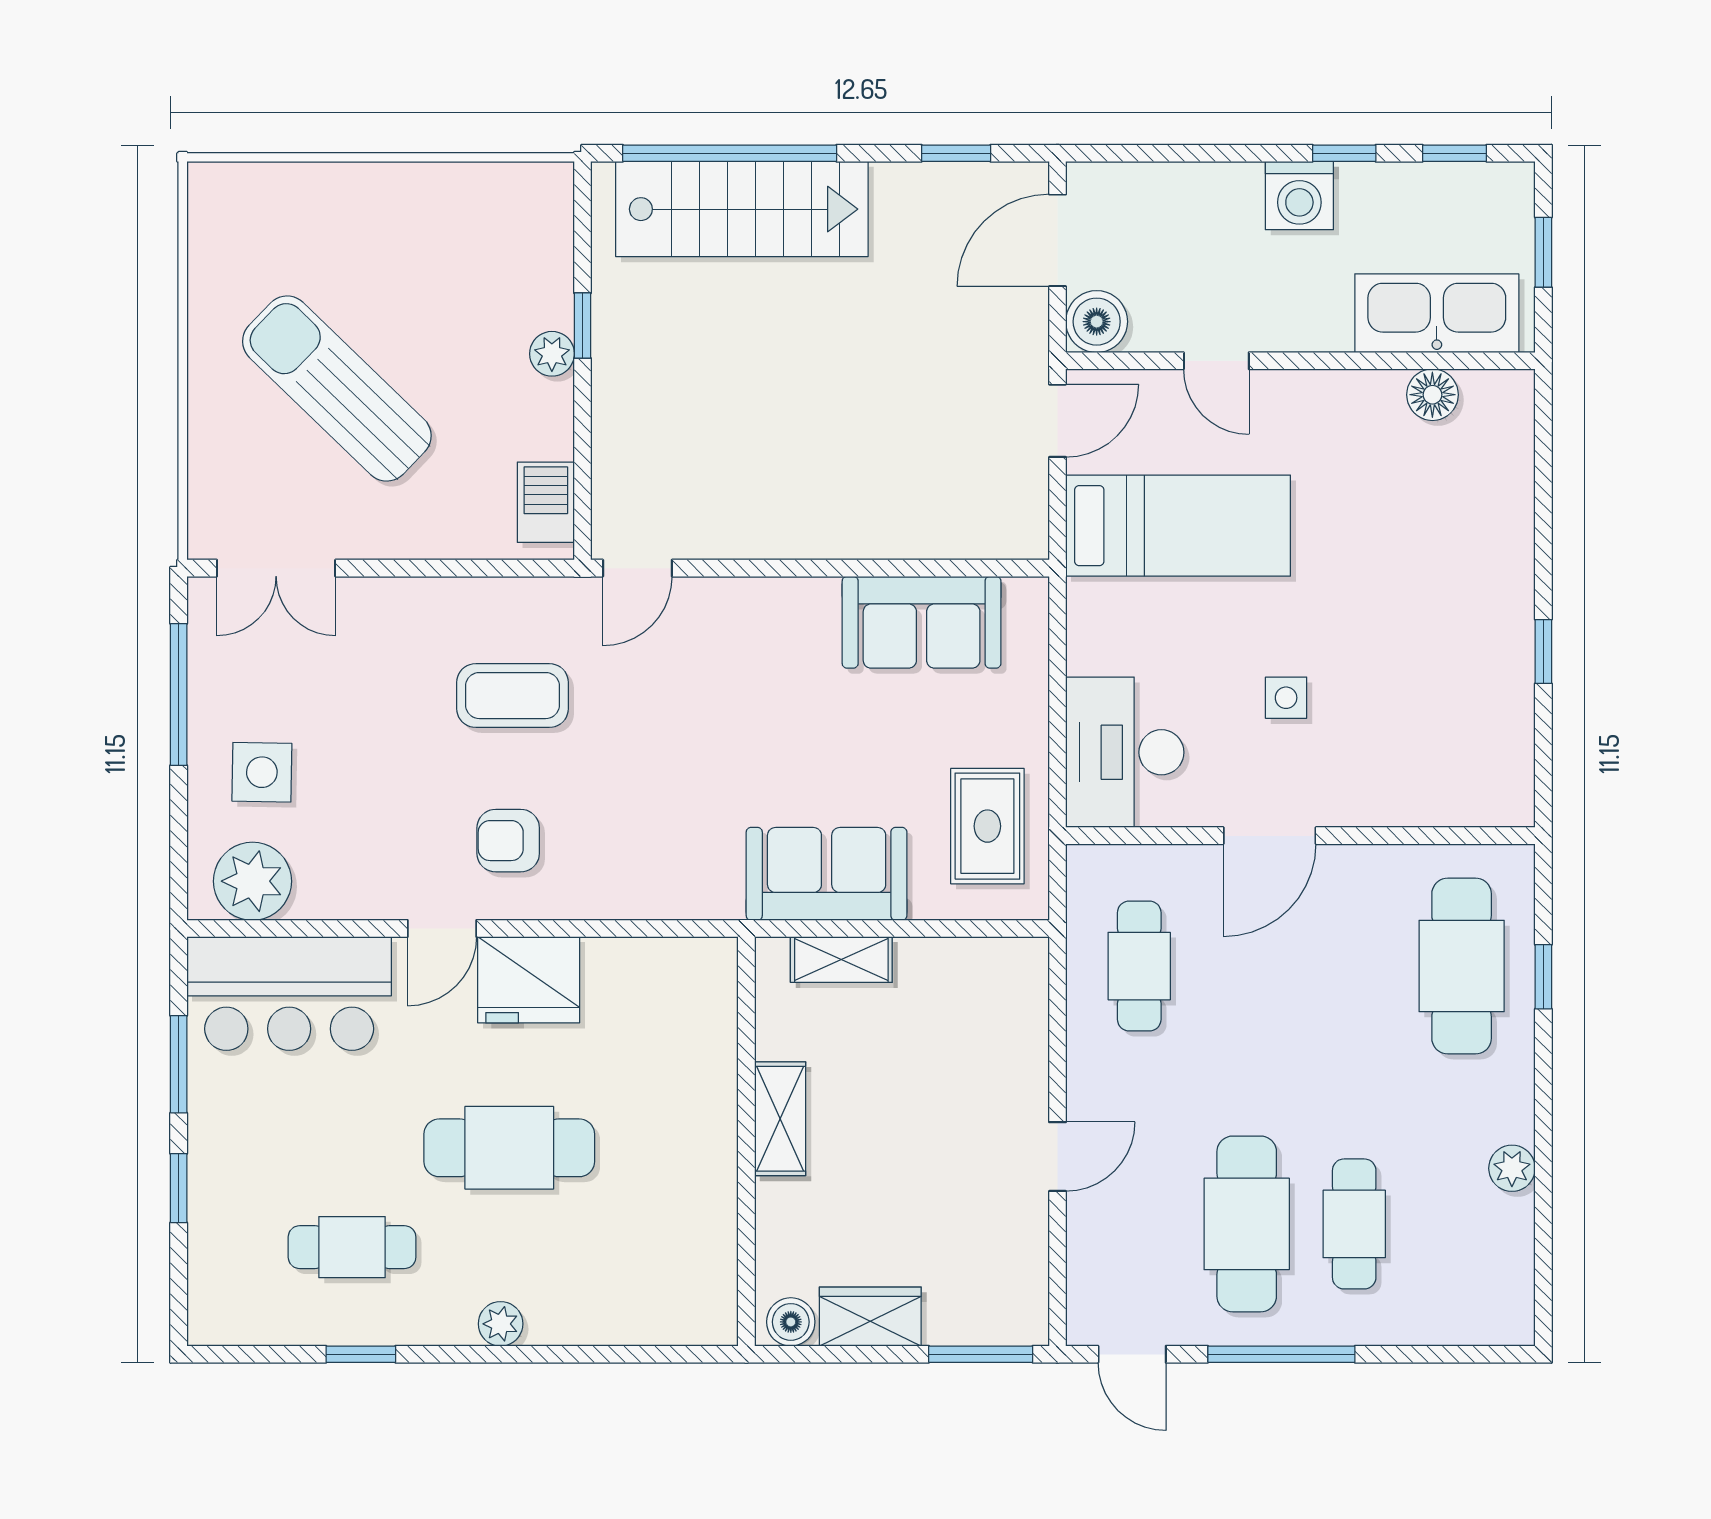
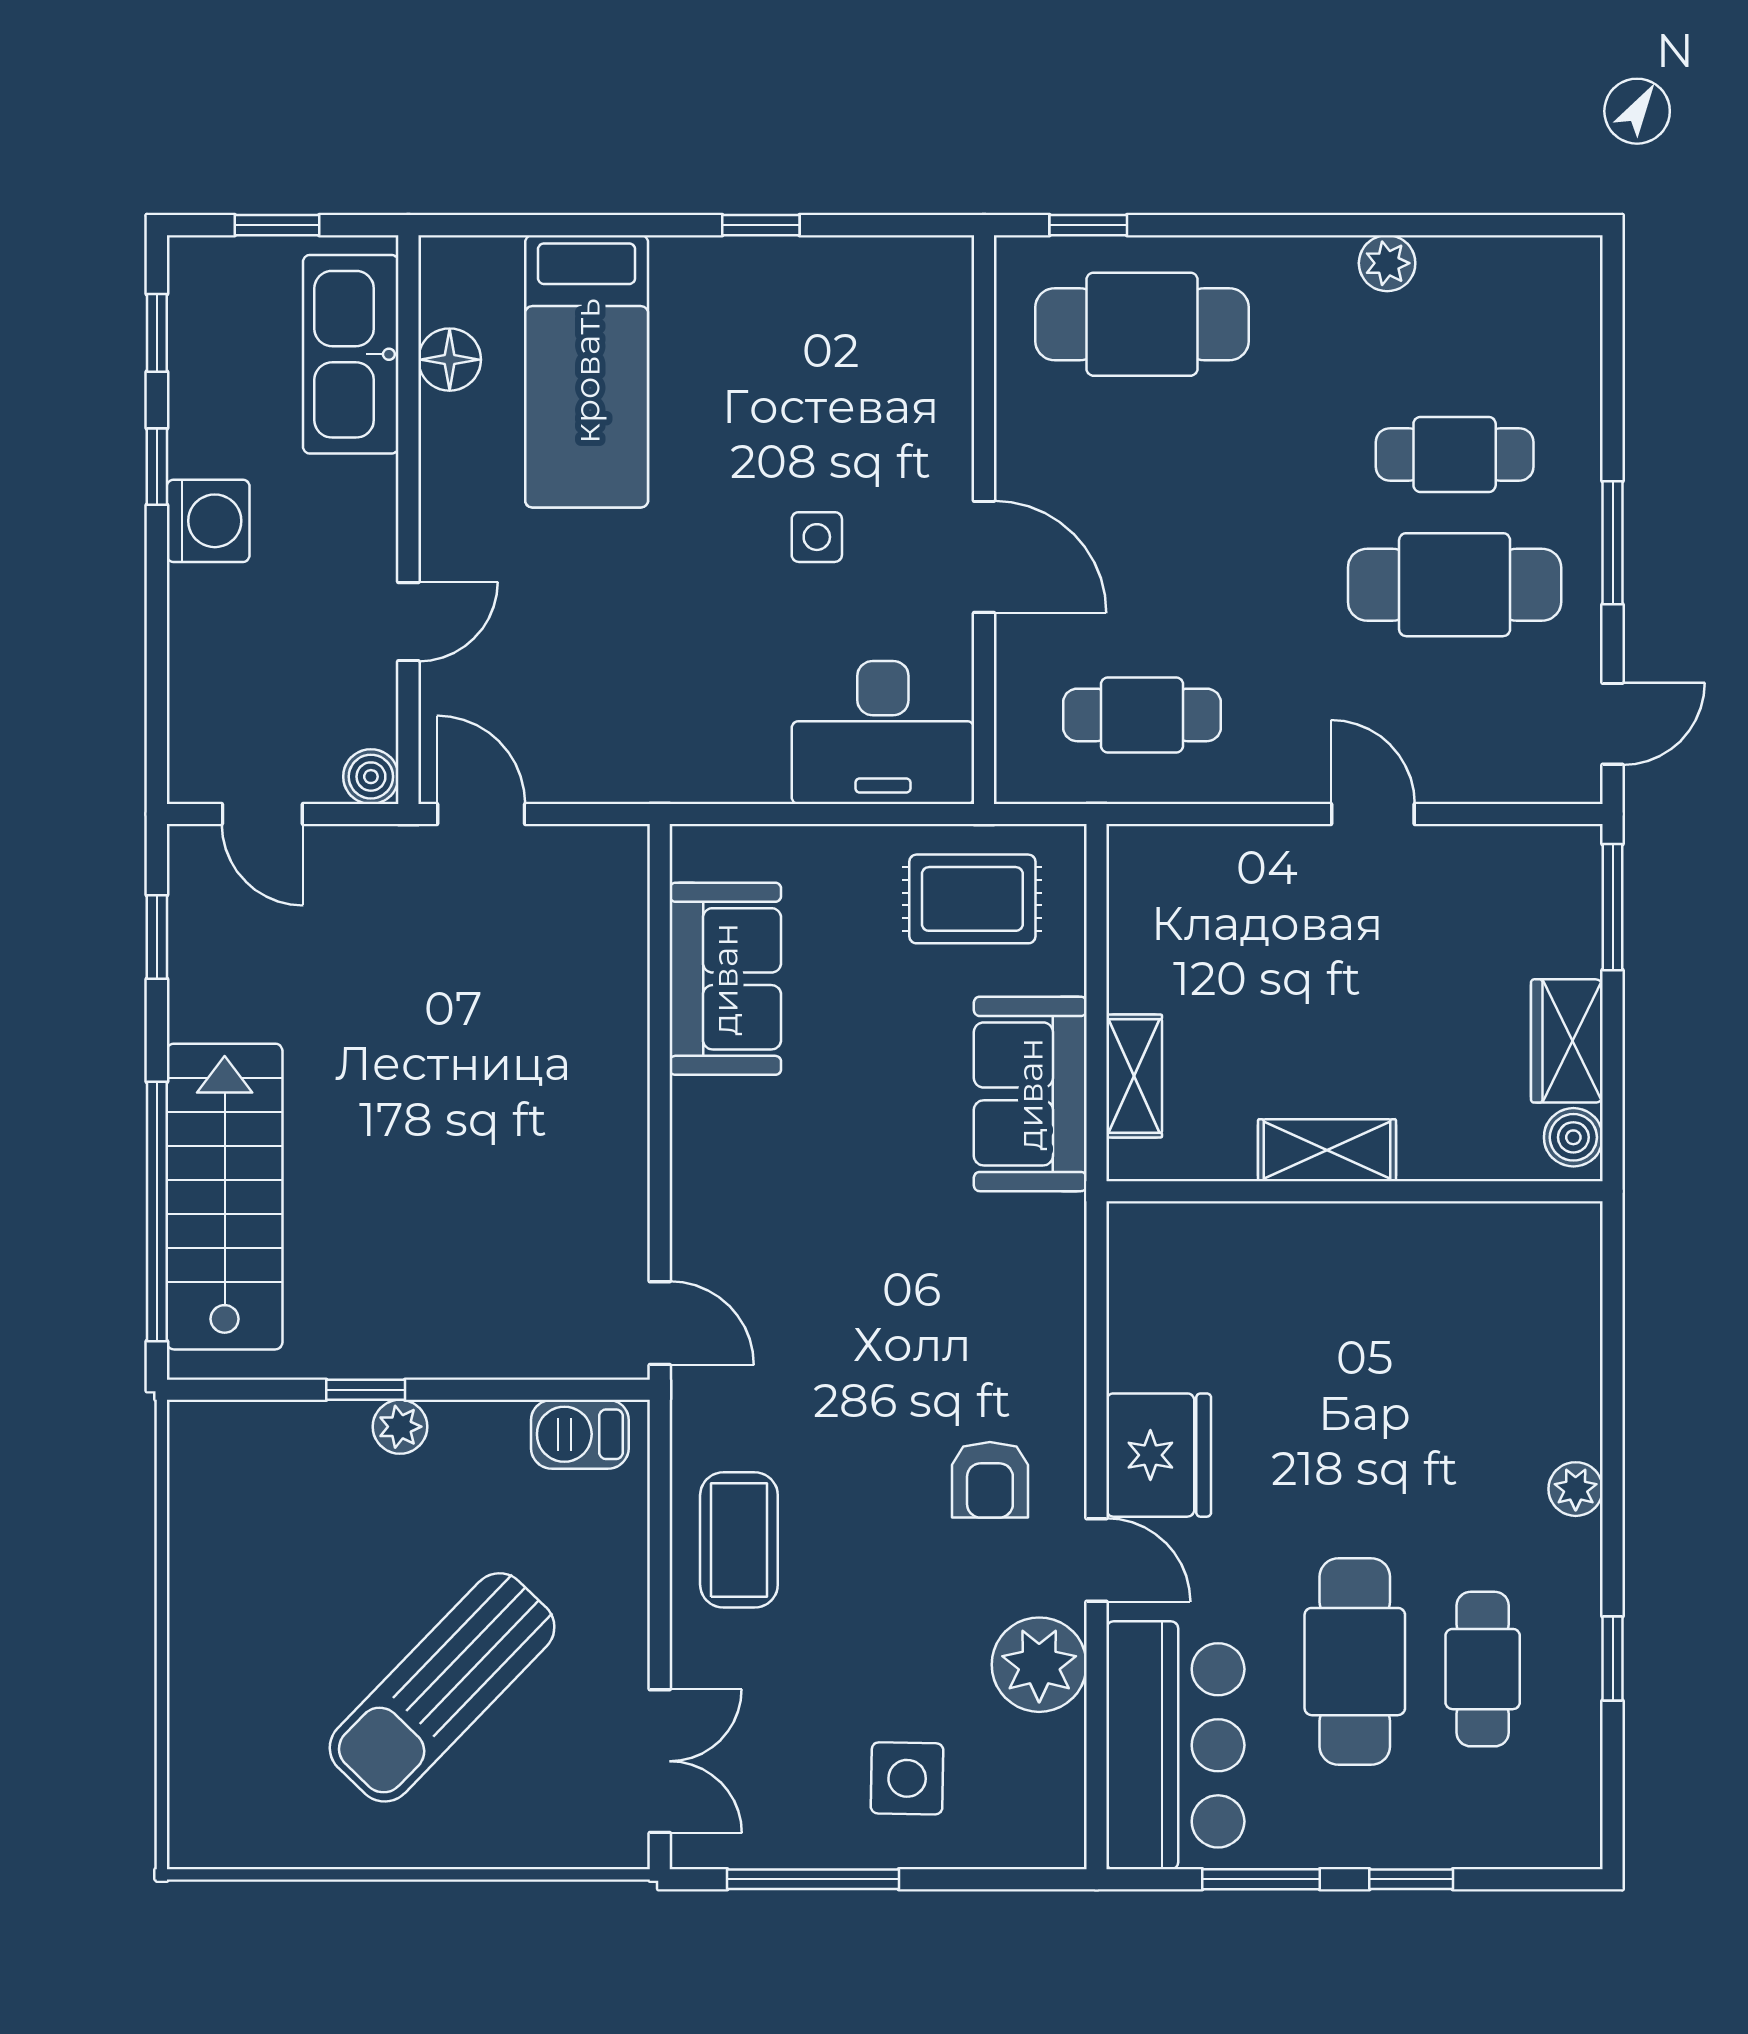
door: (1057, 240) -> (262, 814), width x0.73
boiler: (1097, 322) -> (371, 777), width x0.73, depth x0.73
bed: (1178, 526) -> (587, 371), moved, turned 180
coffee table: (513, 696) -> (739, 1540), moved
plant: (252, 881) -> (1039, 1665), moved
window: (1543, 977) -> (1088, 225), moved
cafe table: (509, 1148) -> (1355, 1662), moved
window: (1281, 1354) -> (1613, 543), width x0.69

